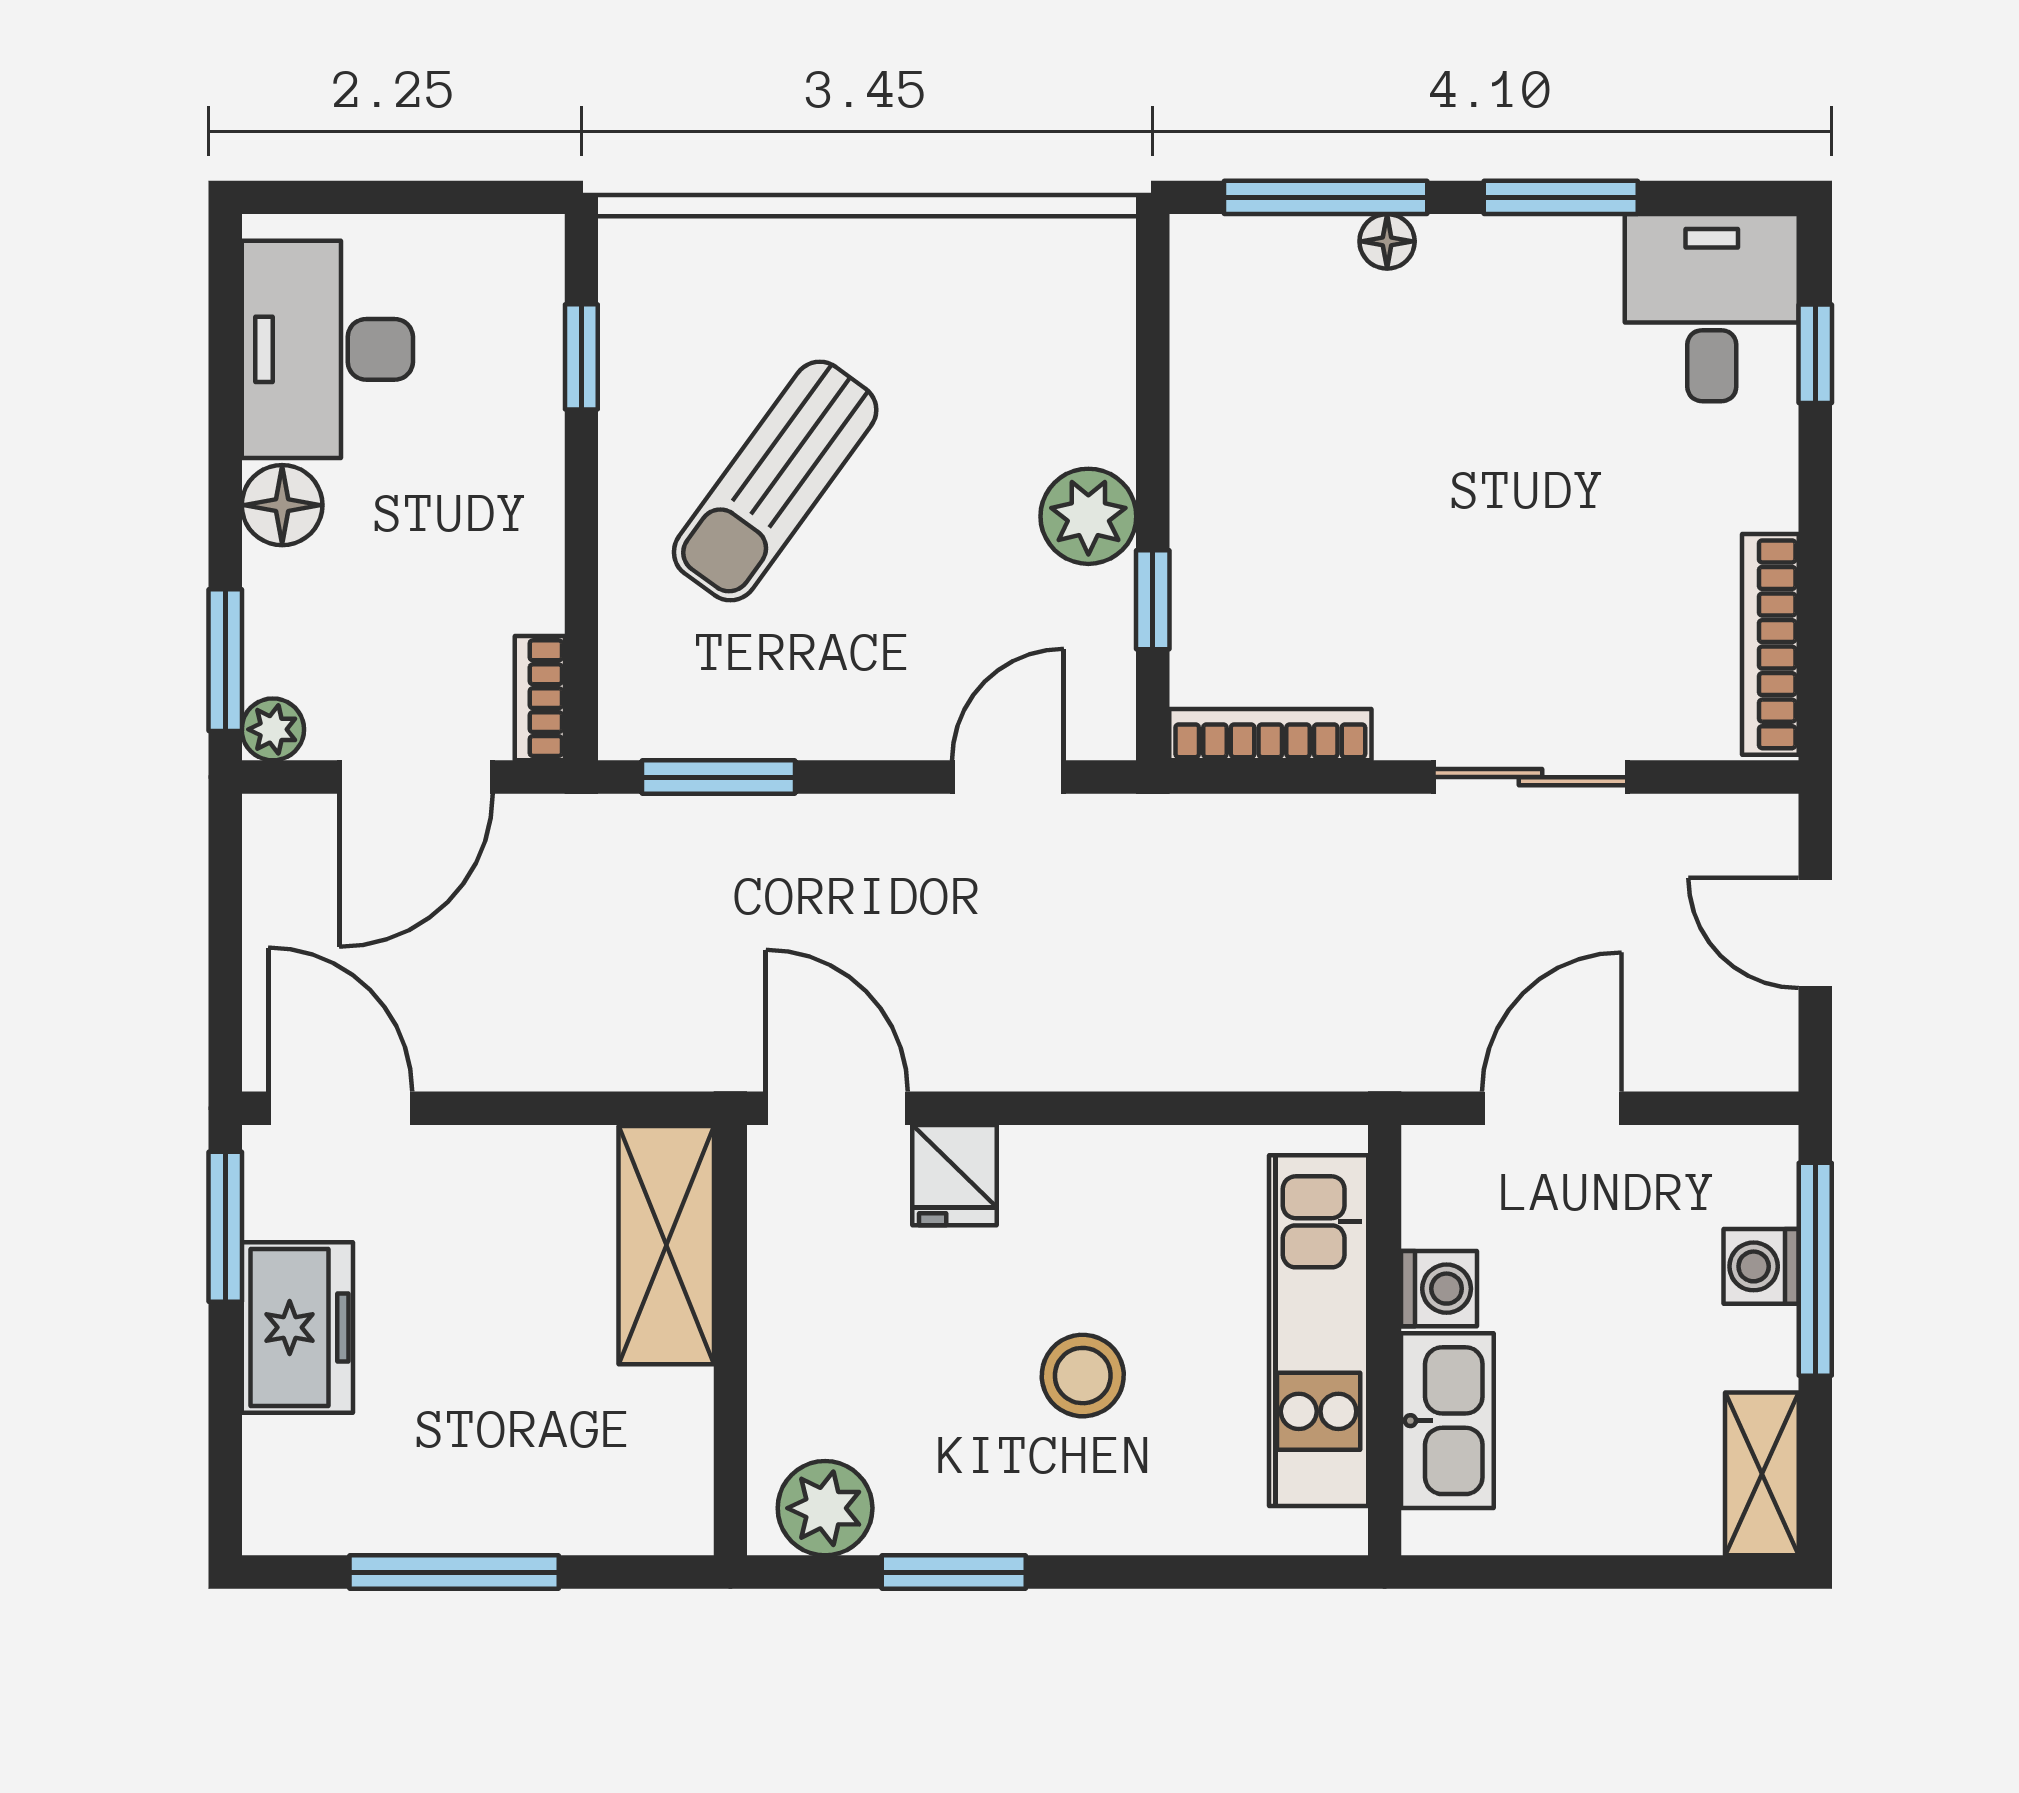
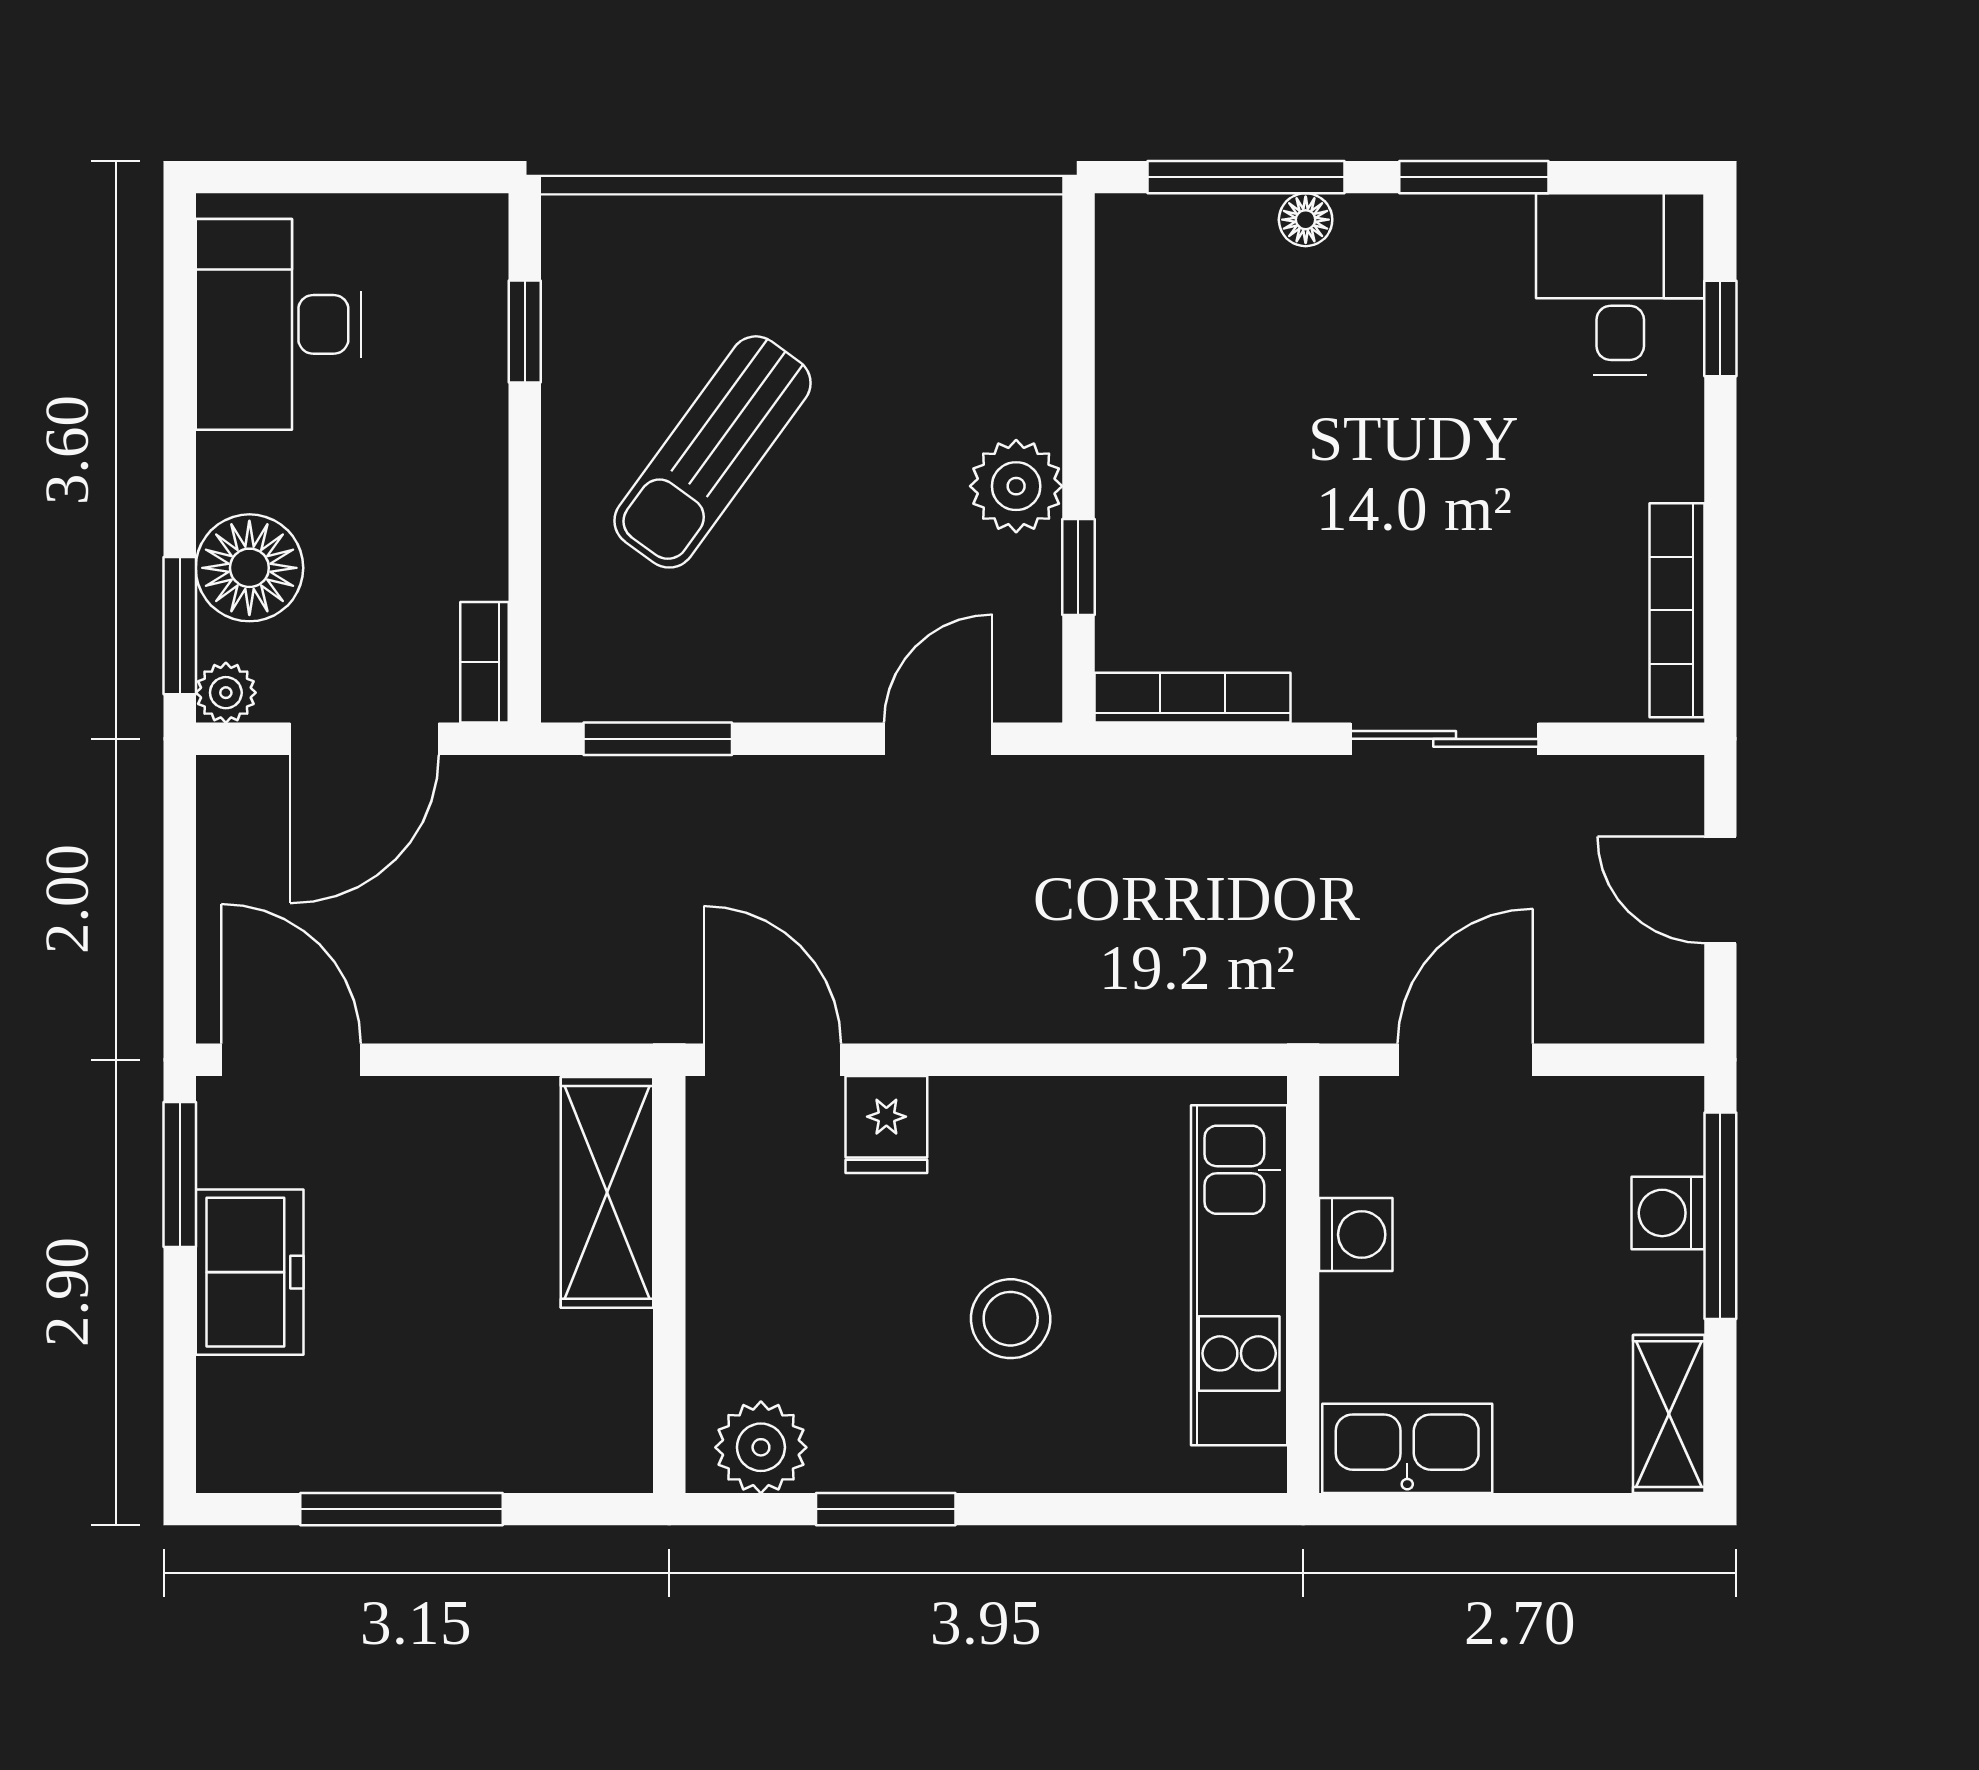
floor lamp: (282, 505) -> (249, 568), moved, width x1.38, depth x1.38
kitchen sink: (1447, 1421) -> (1407, 1448), moved, turned -90

